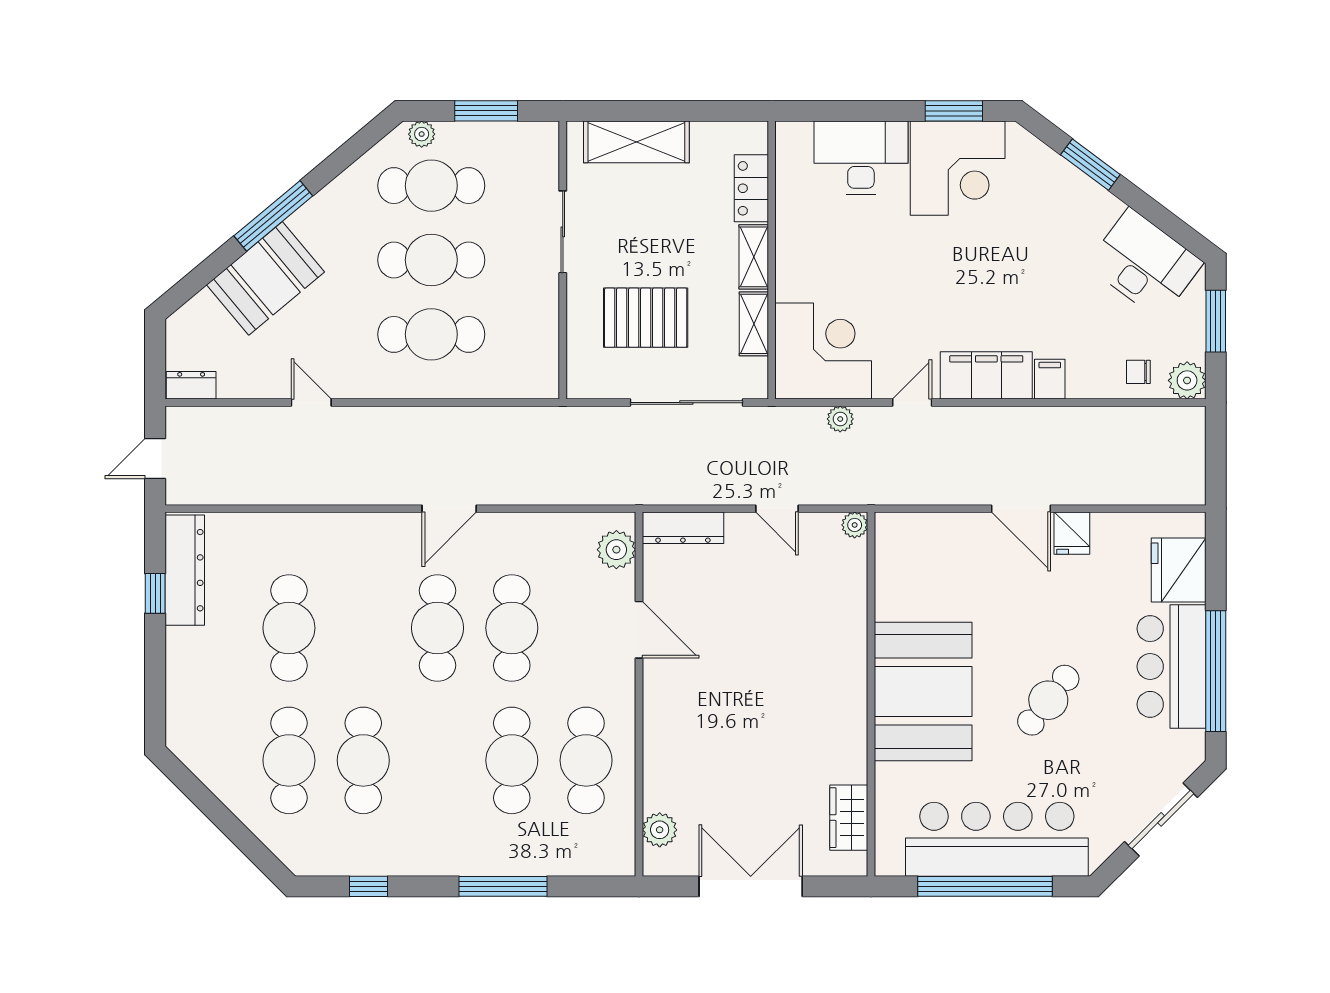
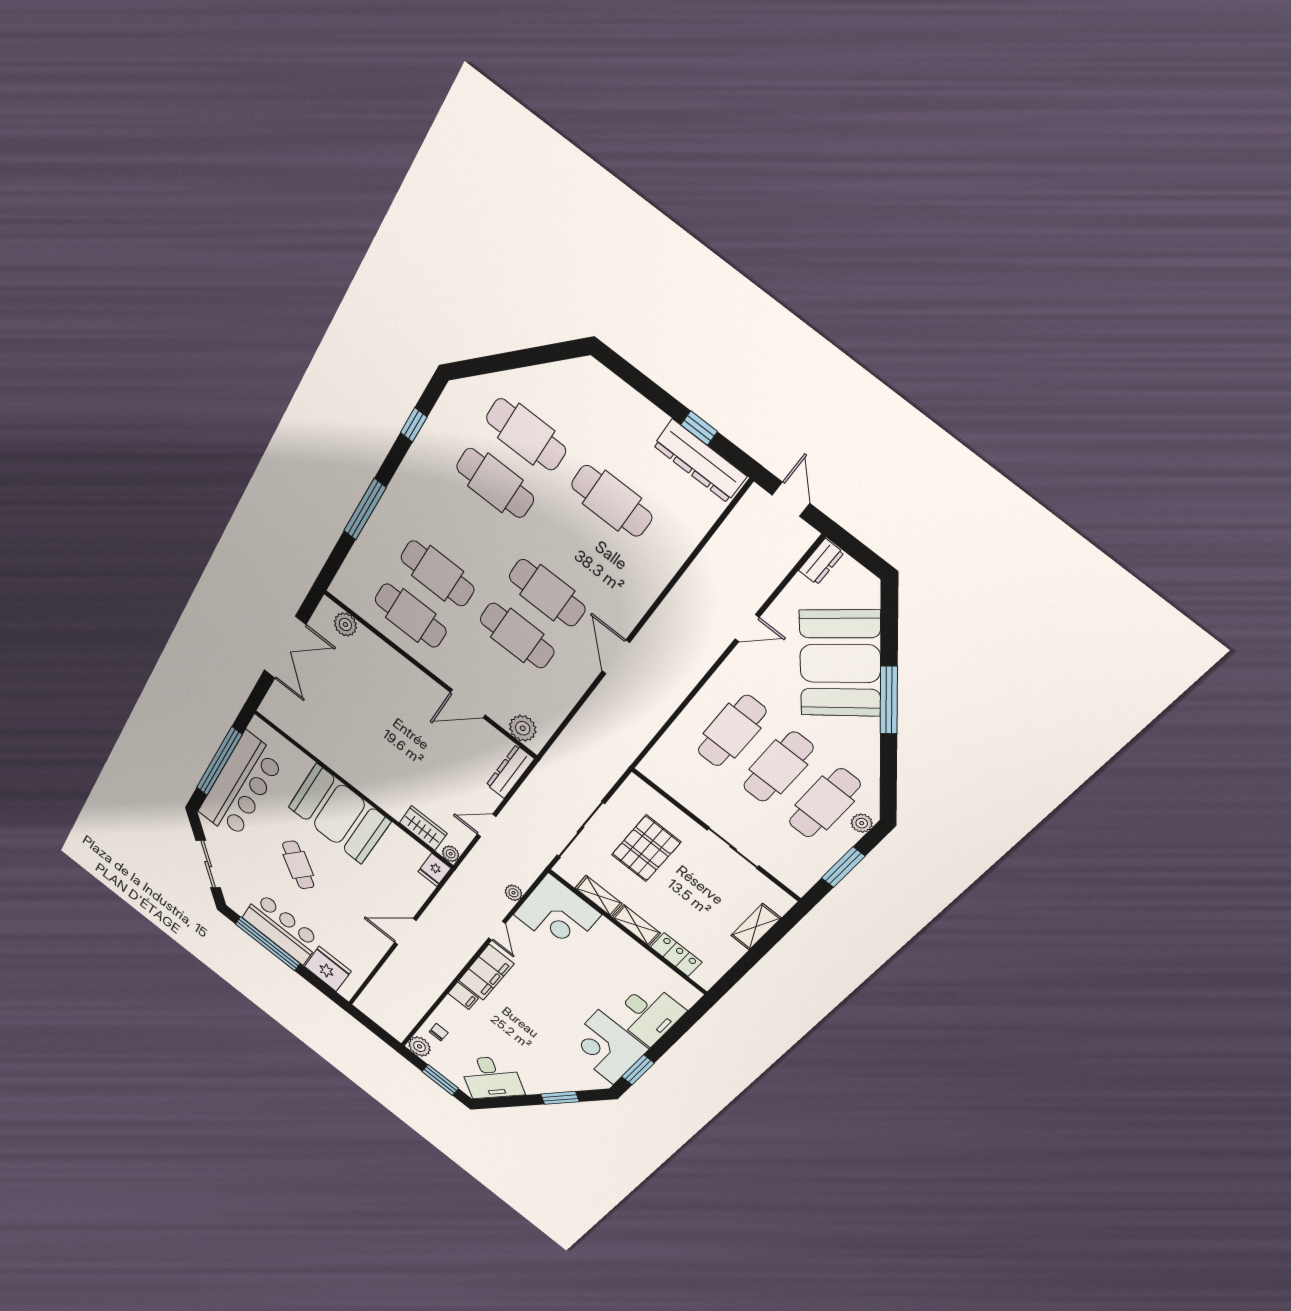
shelving: (636, 142) -> (756, 927), width x0.67, depth x0.75
booth: (266, 278) -> (840, 663), width x1.36, depth x1.42
fridge: (1072, 533) -> (434, 870), moved, turned -90
wardrobe: (849, 818) -> (423, 828), moved

